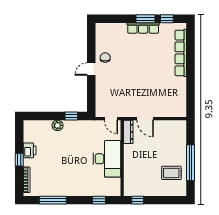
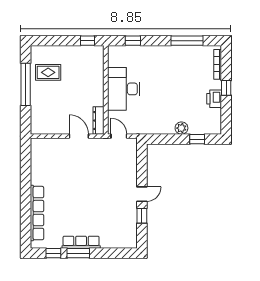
window: (91, 51) -> (142, 216), added
chair: (105, 58) -> (126, 208), removed
window: (71, 116) -> (197, 139), moved

